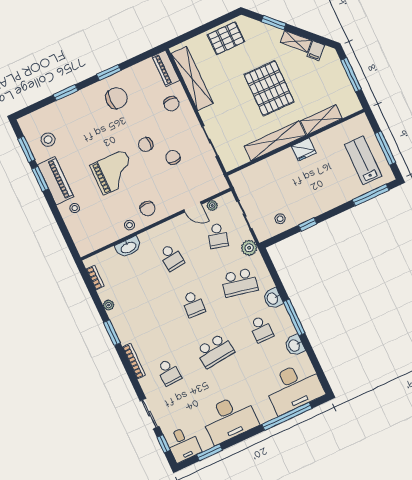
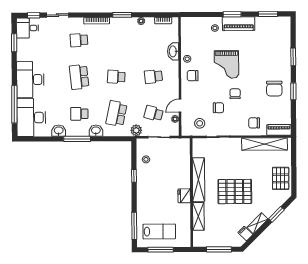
stool: (48, 140) -> (200, 123), moved
window: (40, 179) -> (232, 14), moved
desk: (229, 419) -> (30, 80), moved

